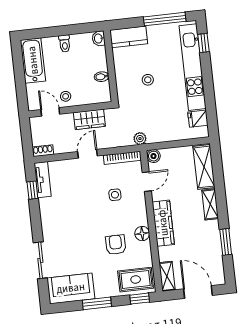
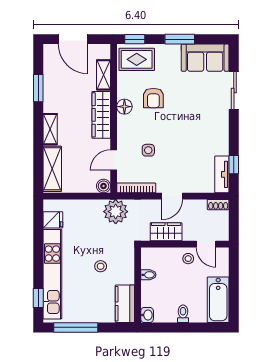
kitchen counter: (129, 37) -> (125, 304), moved, turned -90
plant: (140, 139) -> (116, 212), width x1.88, depth x1.88
shelving: (167, 276) -> (104, 75), moved

